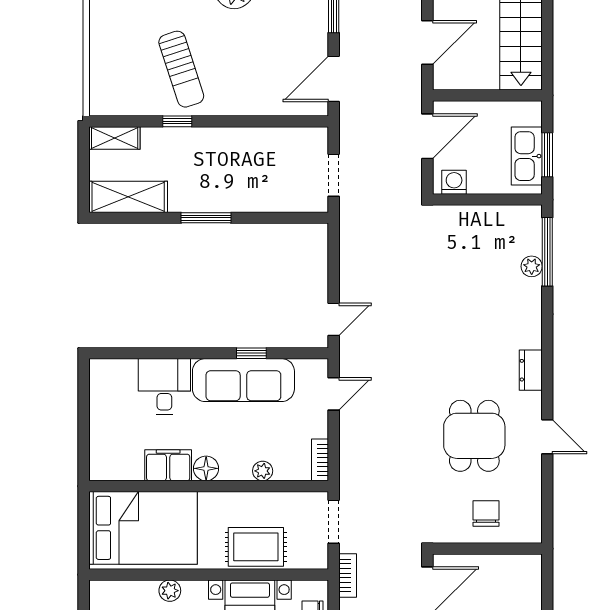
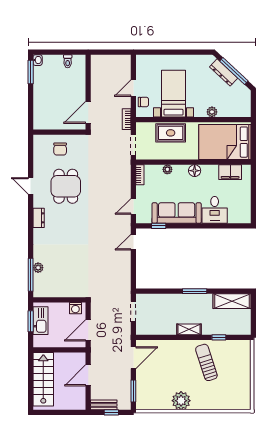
window: (177, 121) -> (219, 337), moved
shelving: (115, 138) -> (189, 329), moved
window: (251, 353) -> (159, 226), moved
filing cabinet: (168, 465) -> (230, 172), moved

